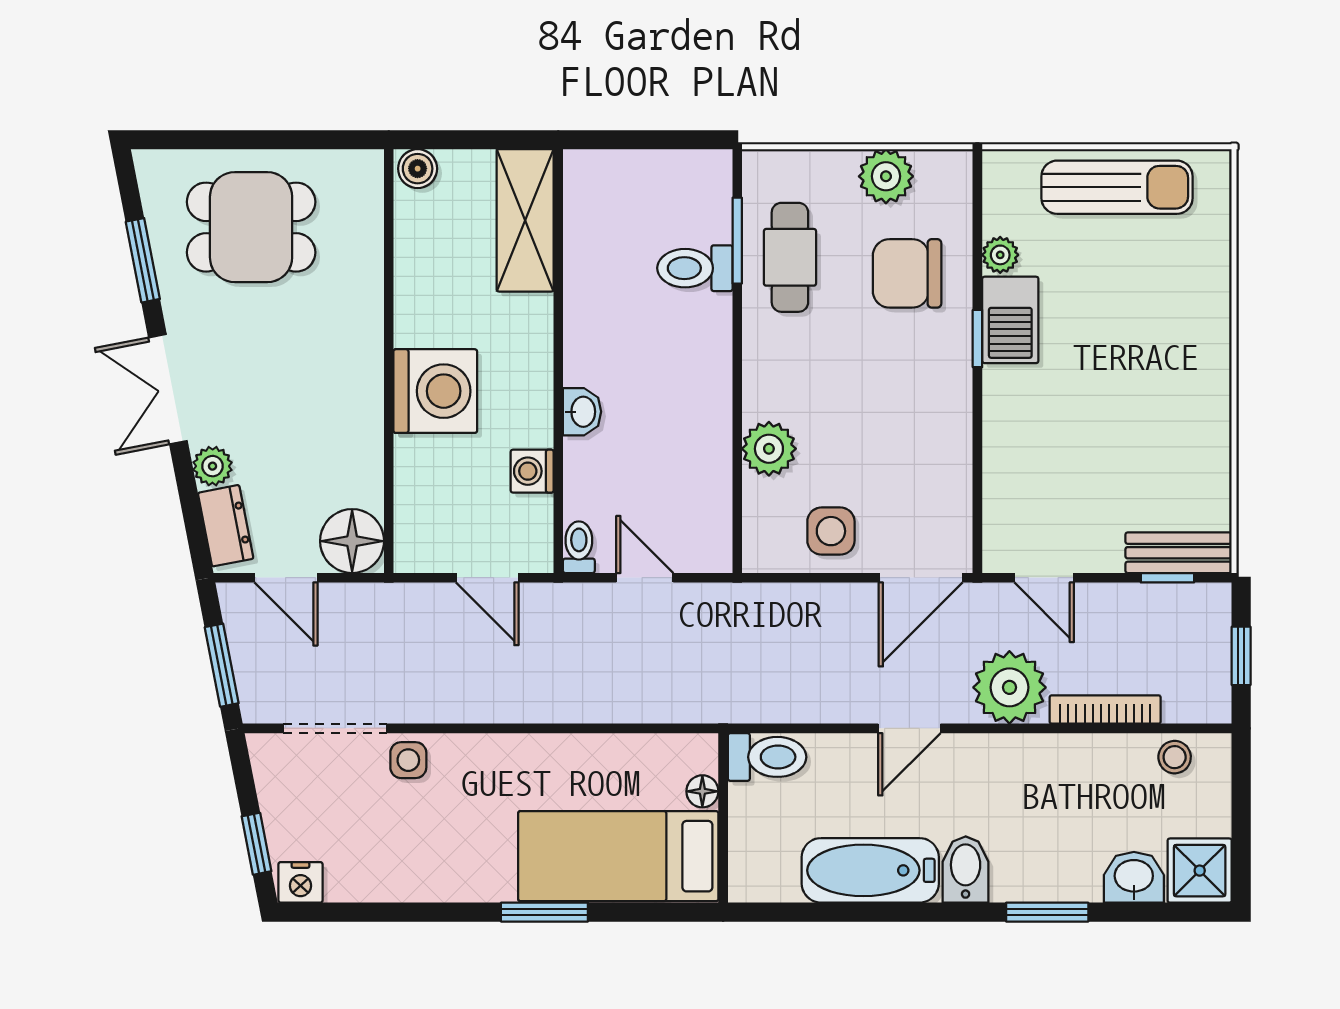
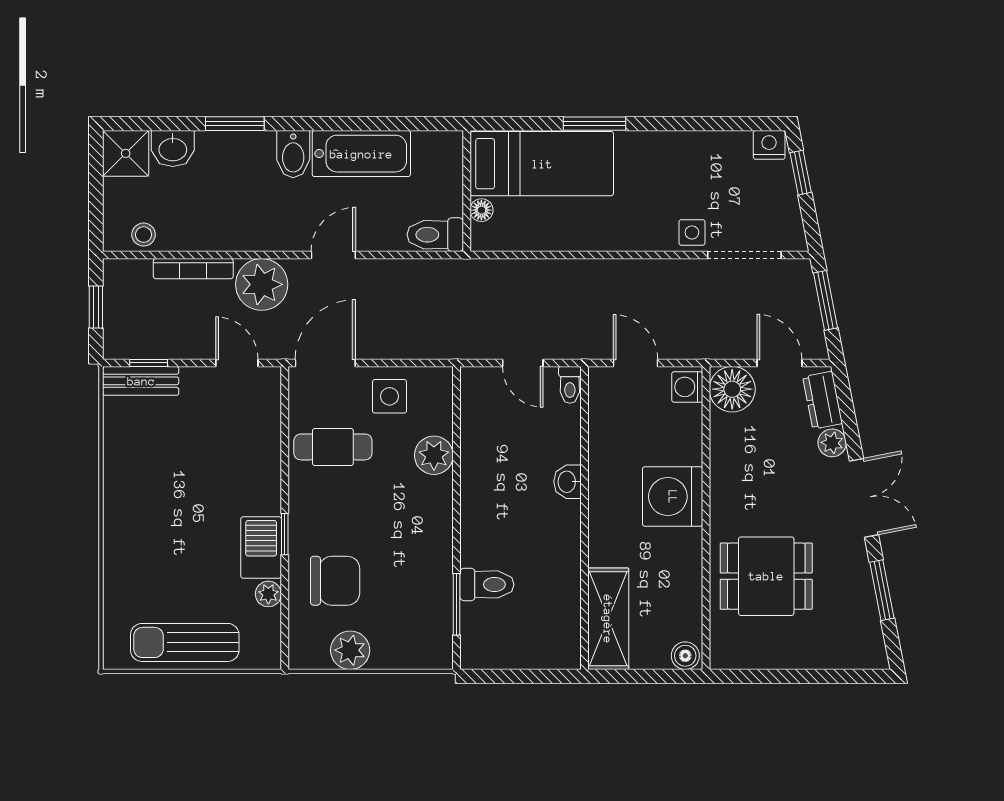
dining table: (251, 227) -> (766, 576), moved
cafe table: (790, 257) -> (333, 447), moved, turned 90
washing machine: (532, 471) -> (687, 387), moved, turned 180

